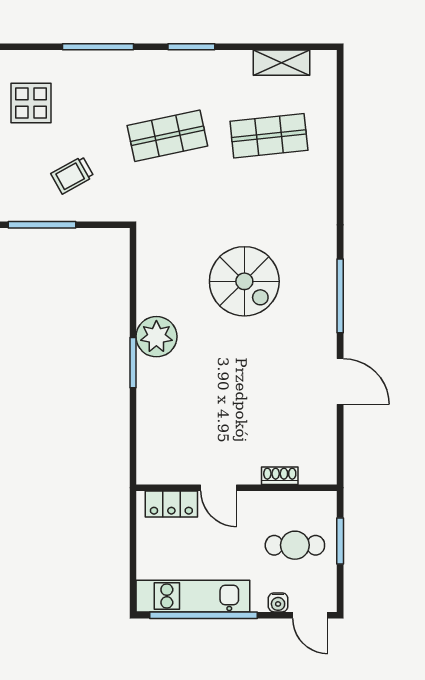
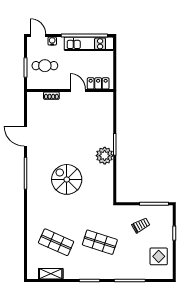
shop shelf: (167, 136) -> (100, 242), turned 30
shop shelf: (269, 136) -> (56, 242), turned 30

